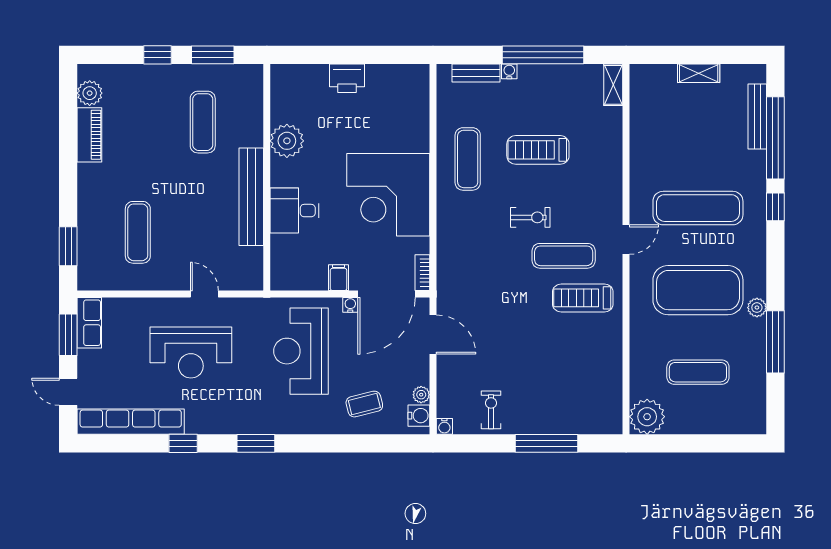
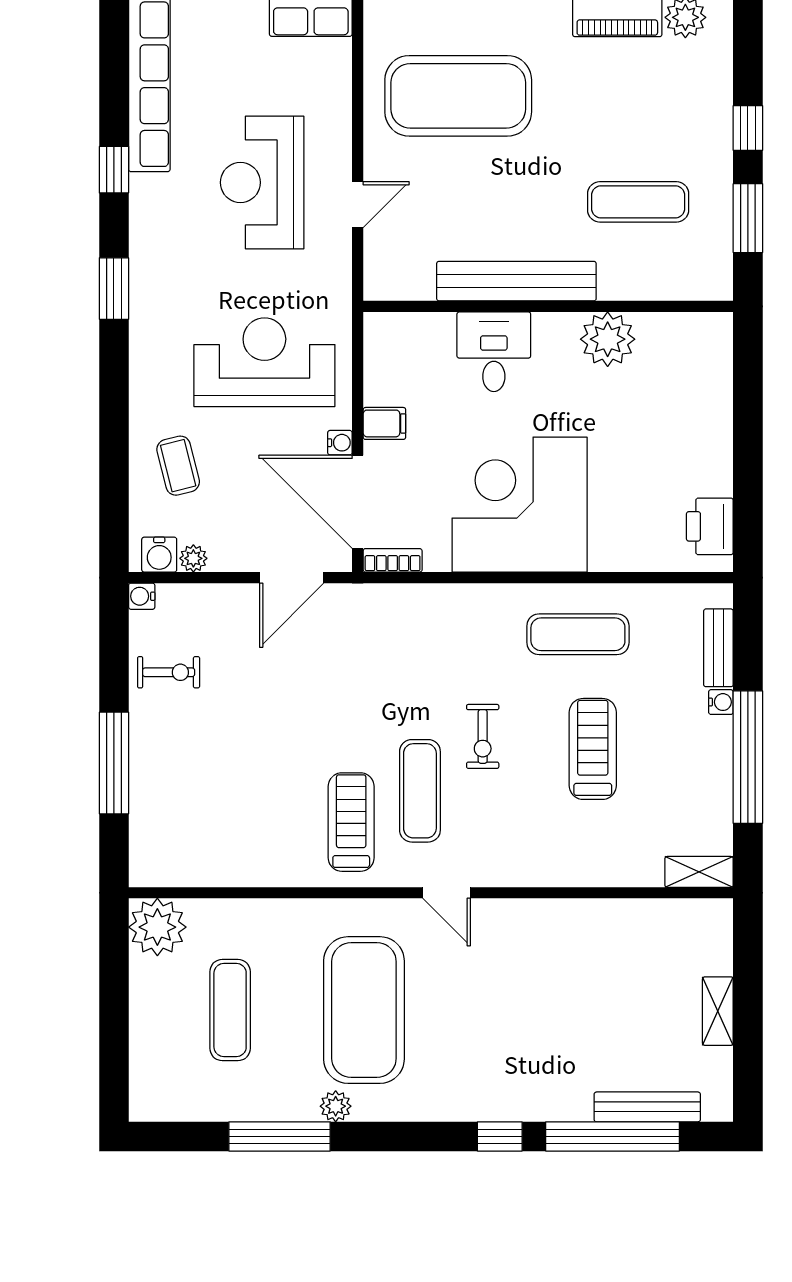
printer: (347, 78) -> (710, 526), moved
exercise mat: (698, 208) -> (498, 1010), removed
exercise mat: (138, 232) -> (458, 96), width x2.00, depth x1.45

